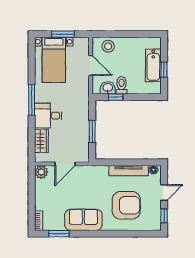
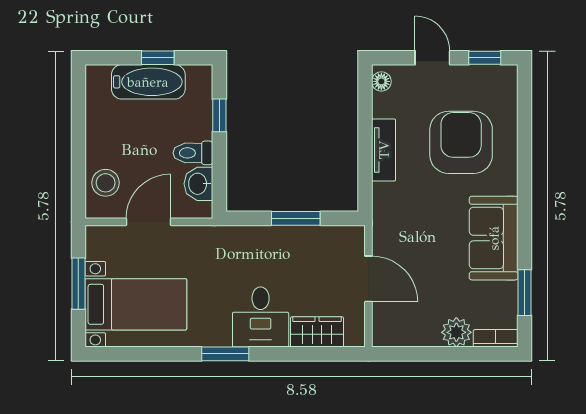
window: (116, 97) -> (219, 115), moved
window: (32, 100) -> (225, 354), width x0.69
tv unit: (129, 171) -> (384, 150), width x0.71
plant: (41, 172) -> (456, 332), moved

